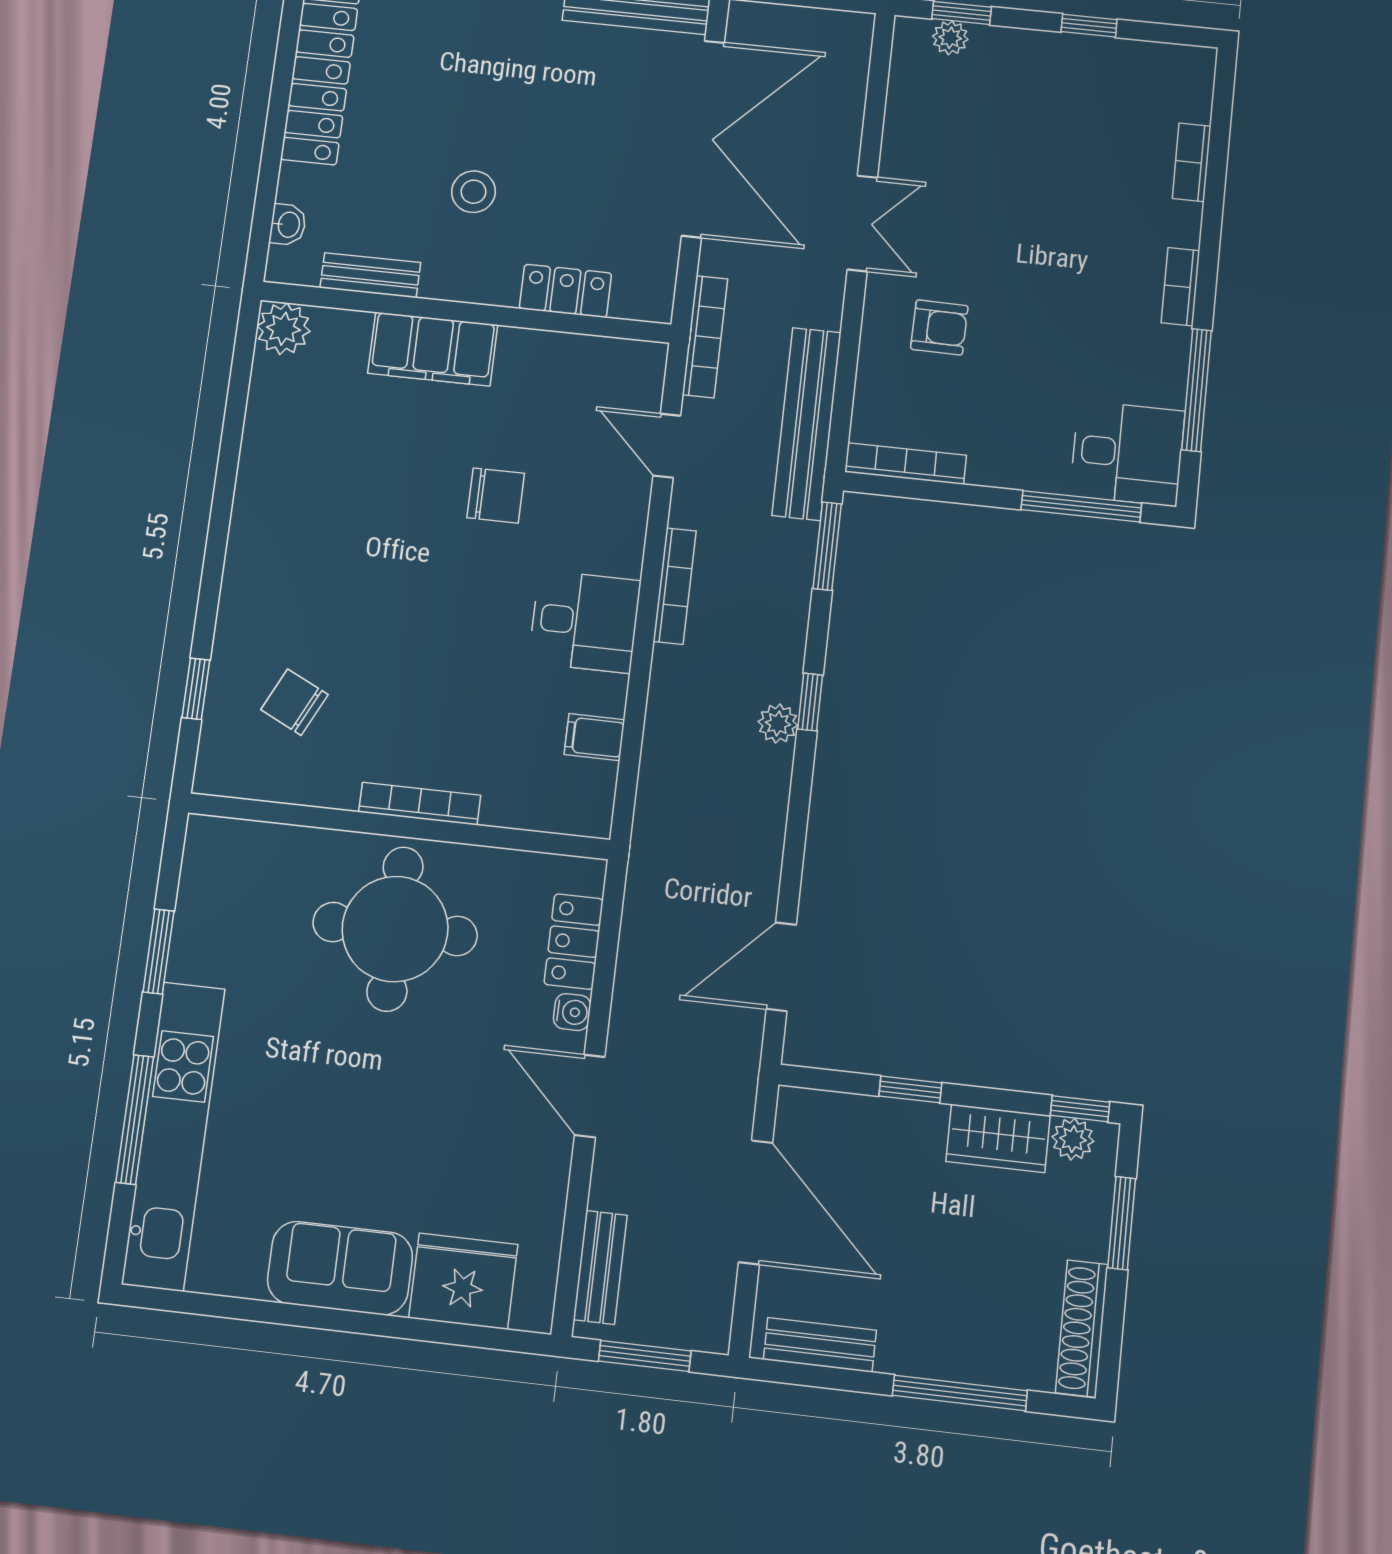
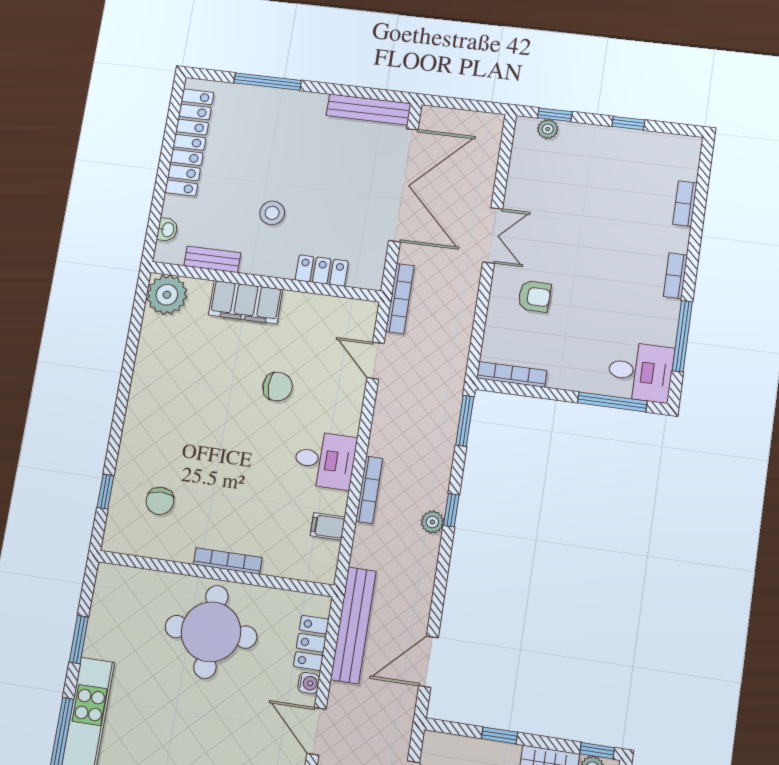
plant: (283, 329) -> (167, 295), width x1.36, depth x1.36
bench: (807, 424) -> (353, 625), moved
bookcase: (675, 586) -> (369, 490), moved
chair: (294, 702) -> (160, 501), turned -116

